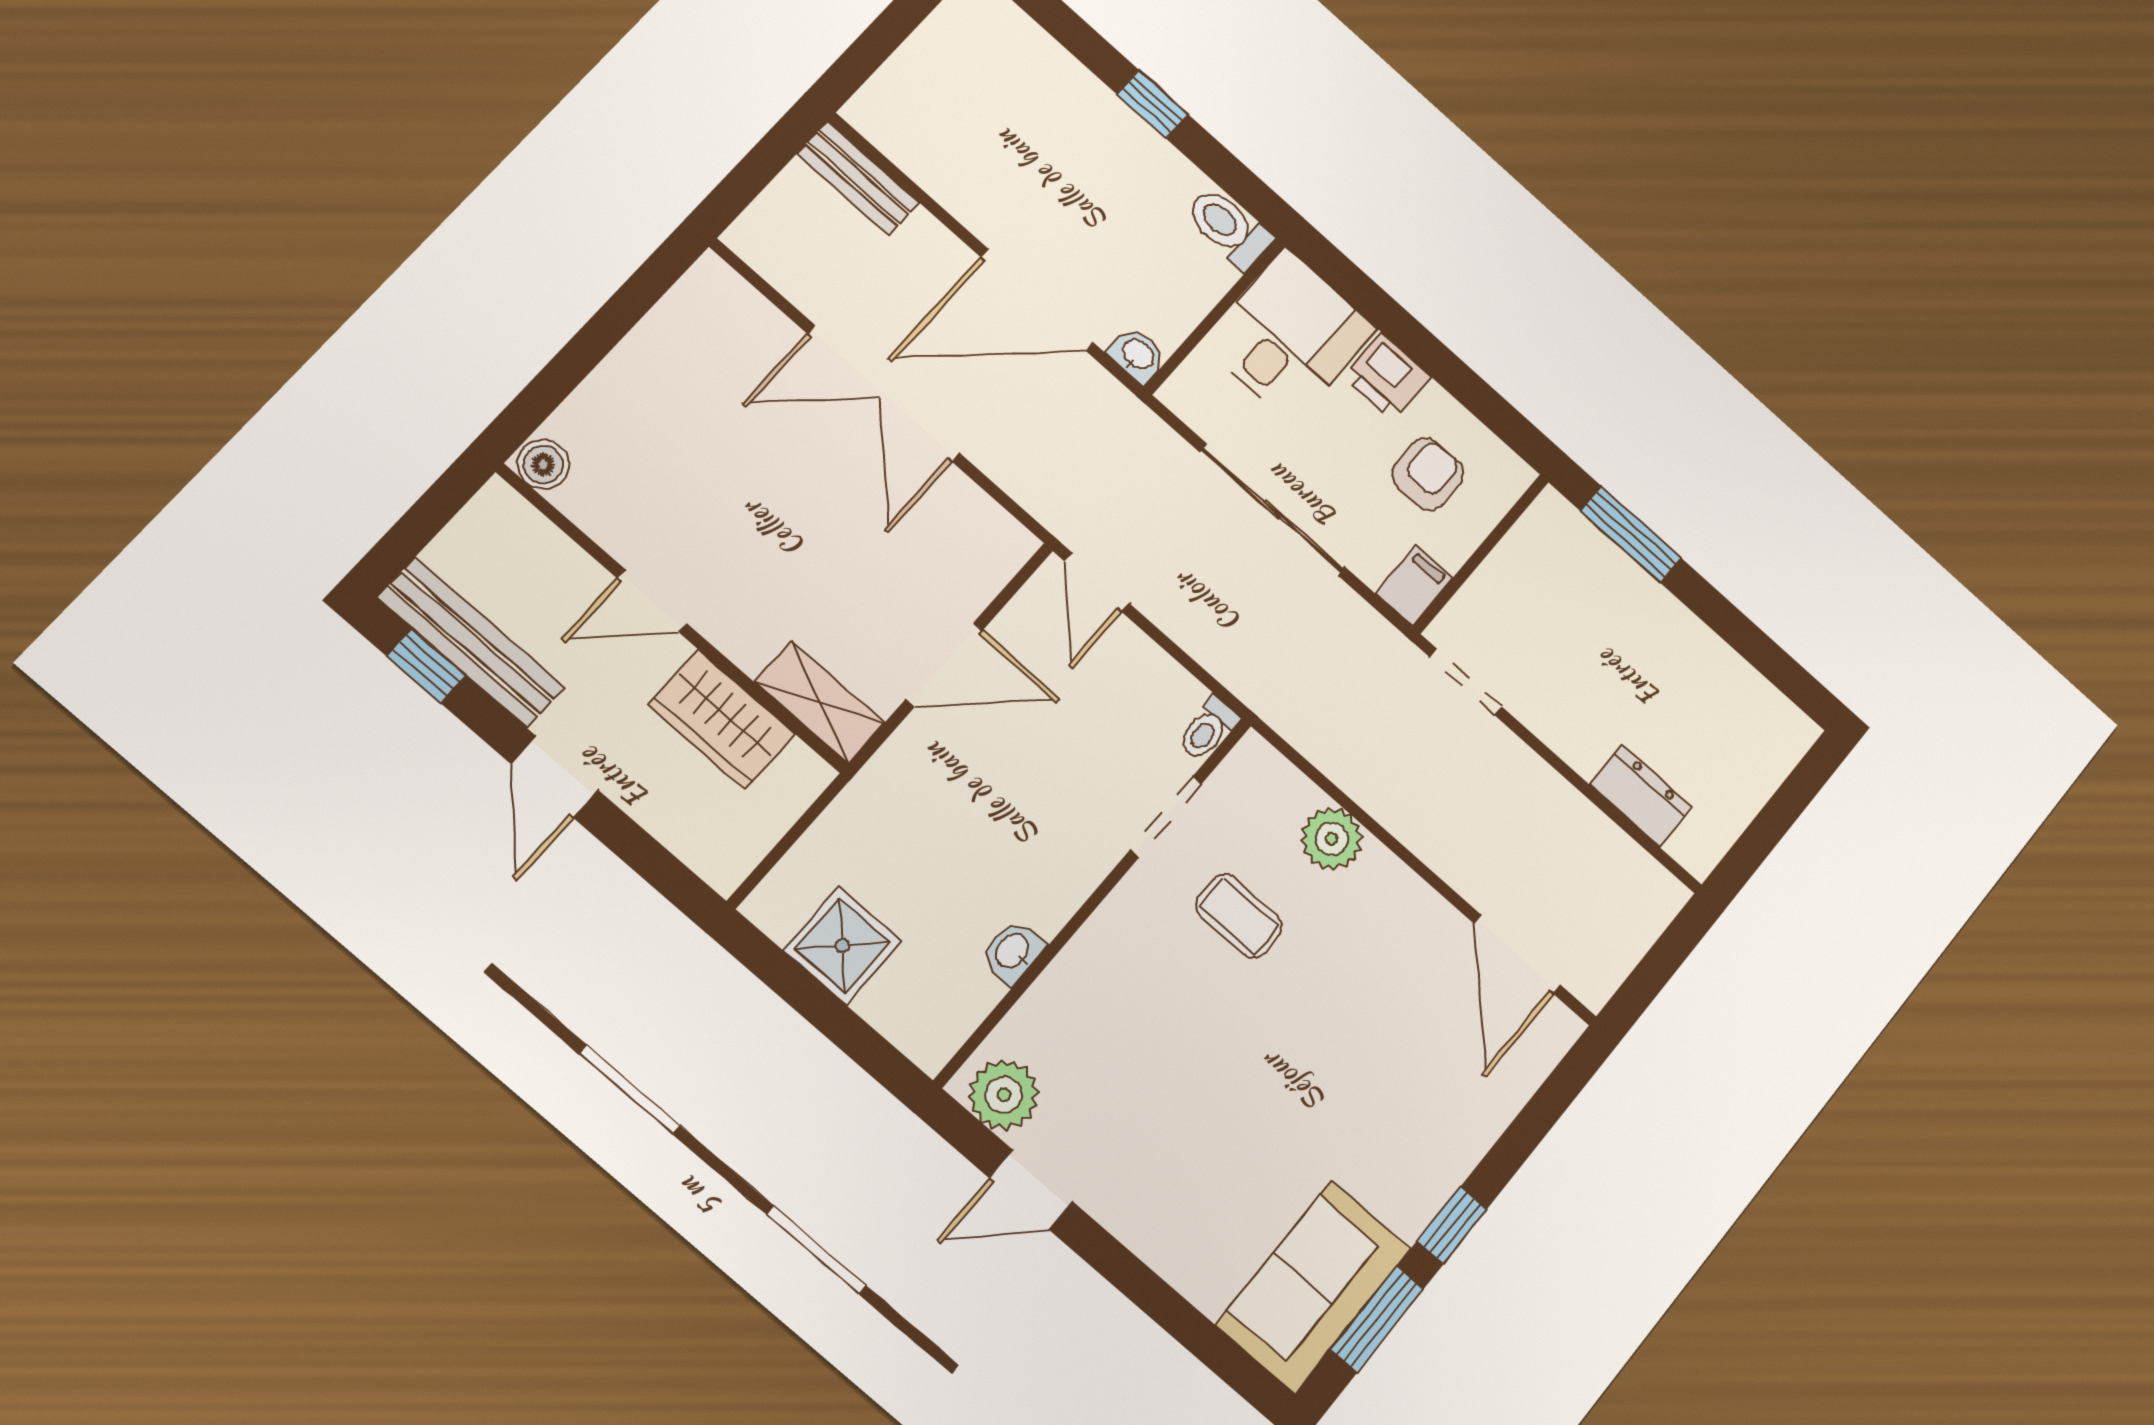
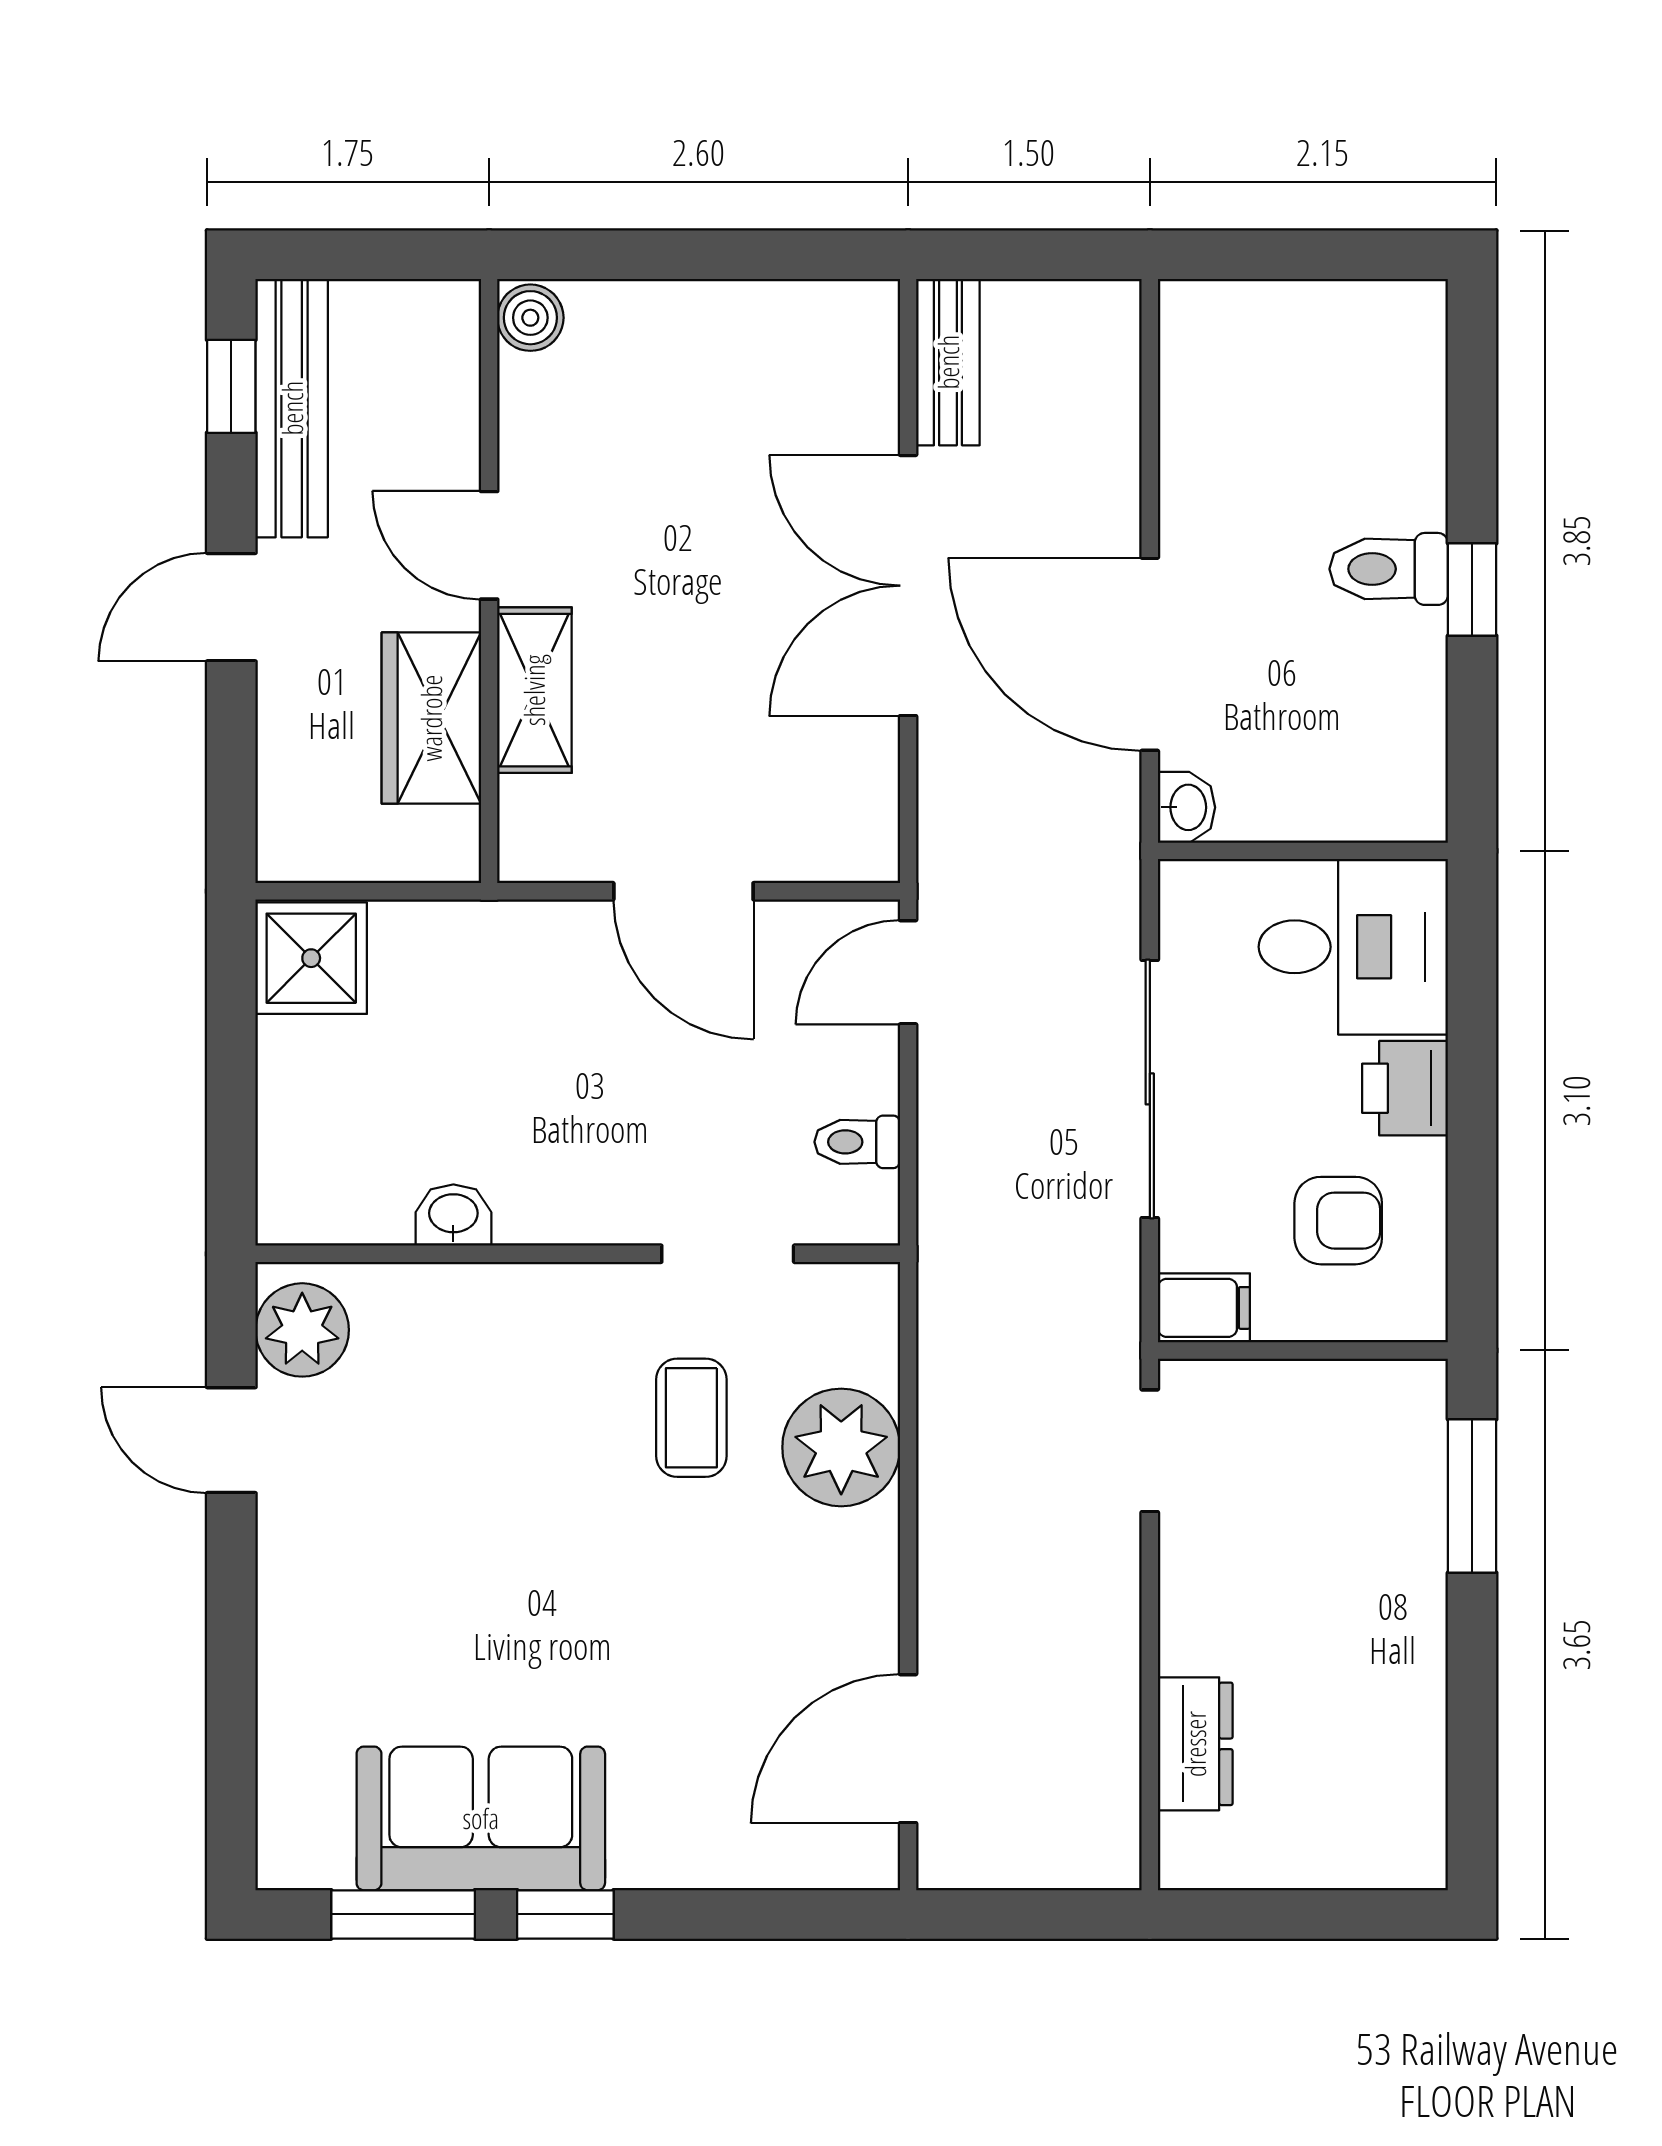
bench: (858, 178) -> (948, 362), moved
toilet: (1229, 228) -> (1389, 569), moved, turned -90
shelving: (820, 702) -> (534, 690), moved
toilet: (1208, 729) -> (857, 1142), moved
plant: (1332, 839) -> (841, 1447), width x1.36, depth x1.36
shower: (842, 945) -> (311, 958), moved
sofa: (1313, 1287) -> (481, 1818), moved

